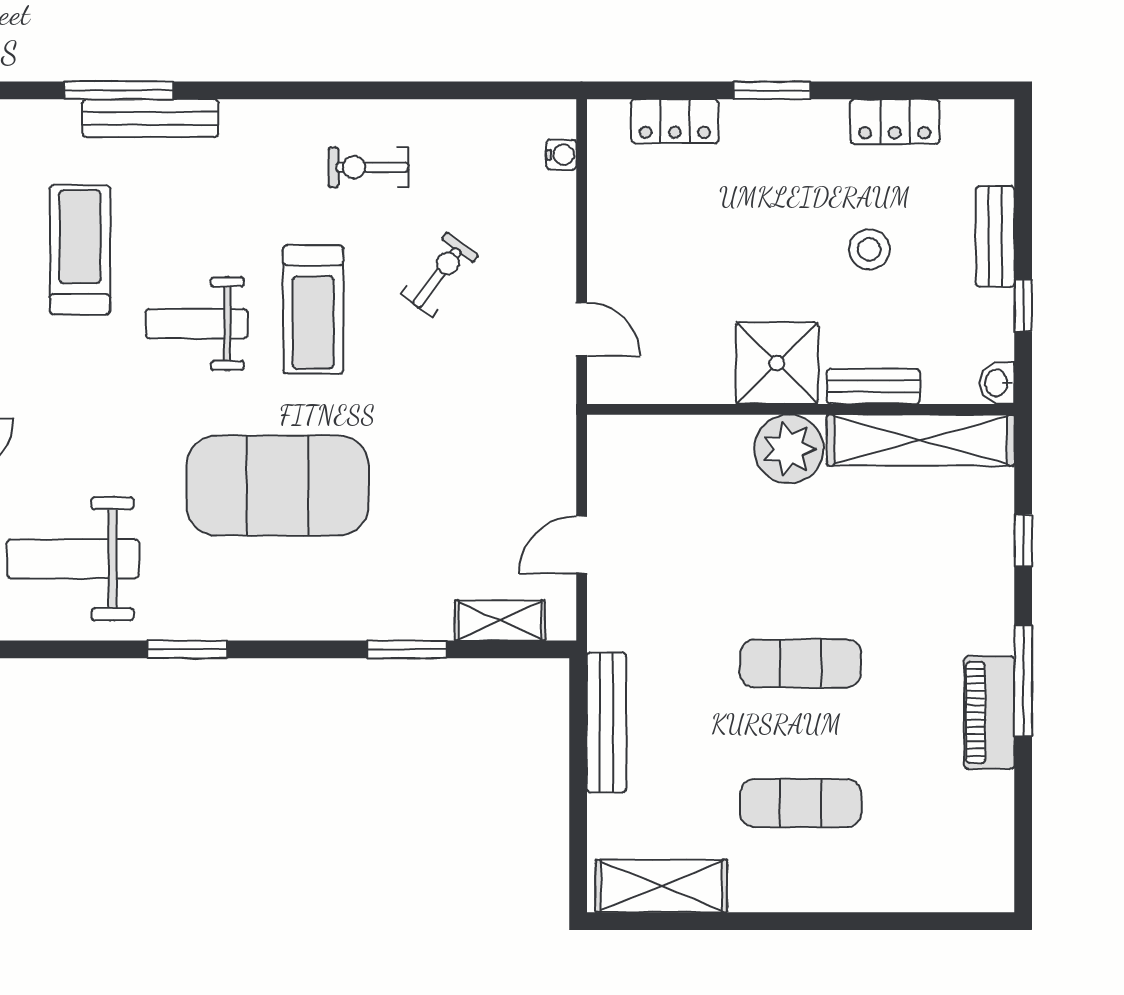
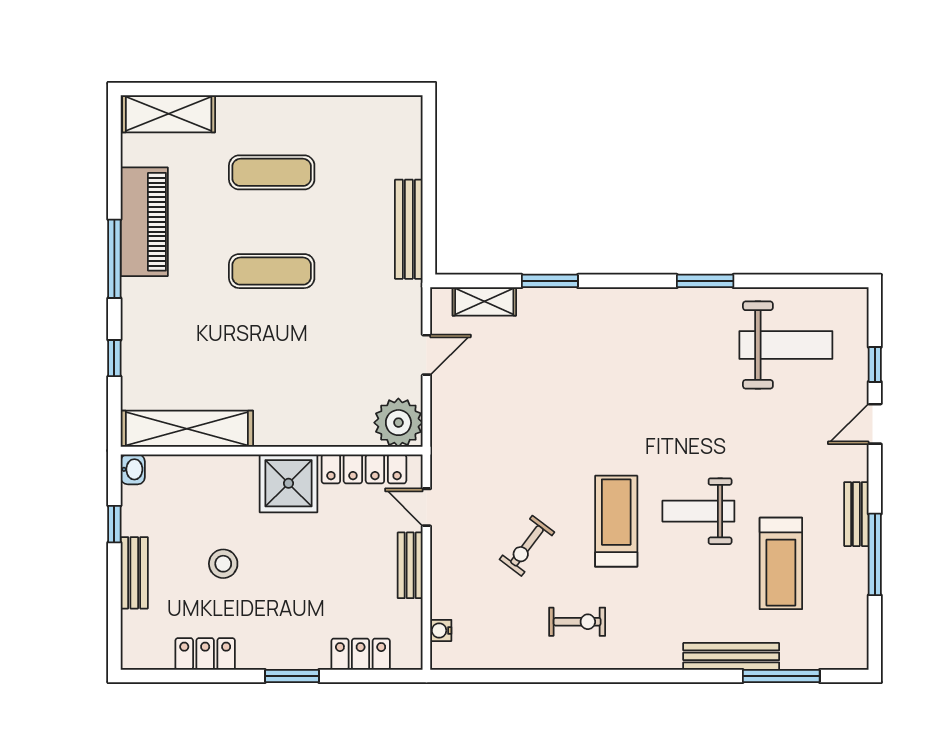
window: (118, 90) -> (781, 676), moved
weight bench: (197, 324) -> (698, 511), turned 180
locker: (670, 383) -> (364, 469), added
bench: (873, 386) -> (410, 565), moved, turned 90
plant: (789, 449) -> (398, 423), moved
exercise mat: (278, 486) -> (641, 397), removed
piano: (989, 713) -> (144, 222), width x1.37, depth x1.33
shelving: (661, 886) -> (169, 114), moved

